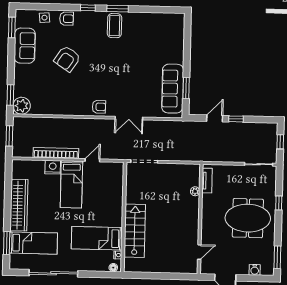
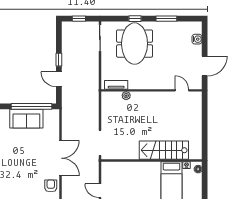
window: (186, 88) -> (32, 106), width x2.11
sofa: (173, 89) -> (26, 119), width x0.73
double door: (129, 118) -> (60, 158), width x1.37
meeting table: (248, 218) -> (135, 44), moved
window: (277, 257) -> (166, 19), moved

